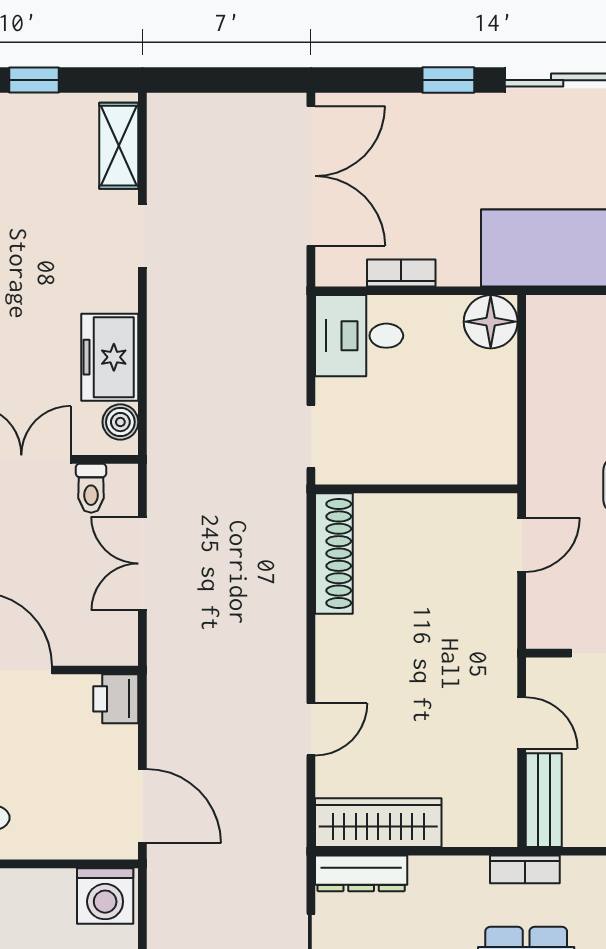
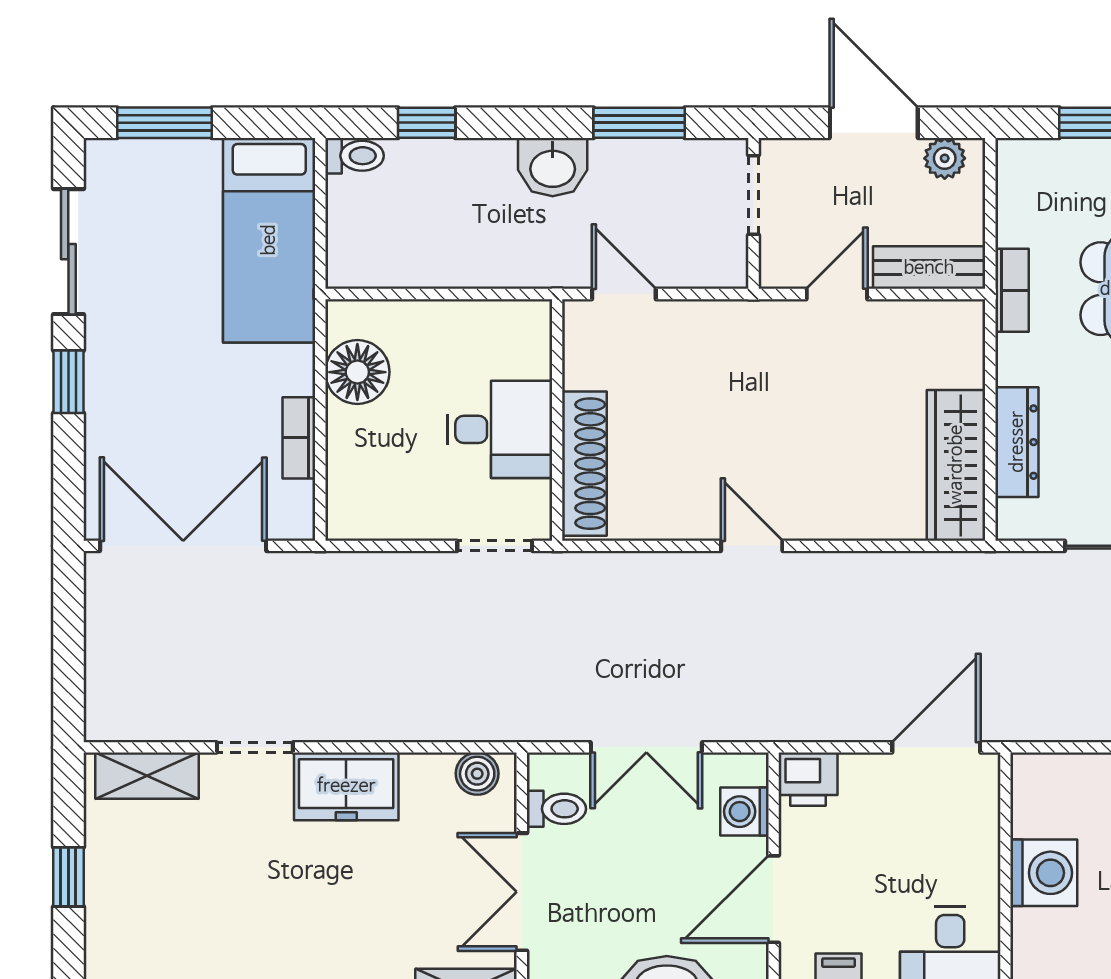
floor lamp: (491, 322) -> (357, 372), moved
desk: (359, 336) -> (500, 429), moved, turned -90
freezer: (110, 357) -> (346, 786), moved
shoe rack: (334, 554) -> (584, 464), moved, turned 90
washing machine: (89, 646) -> (744, 812), added
door: (311, 729) -> (752, 546), moved
dresser: (361, 873) -> (1017, 442), moved
washing machine: (105, 896) -> (1044, 873), moved

